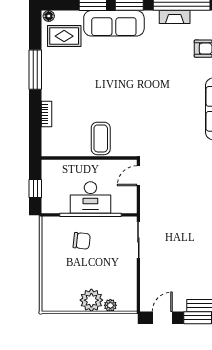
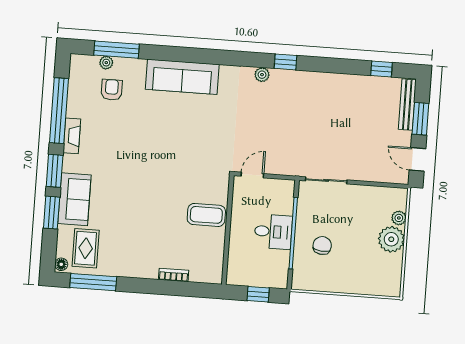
fireplace: (175, 17) -> (72, 136), moved
sofa: (114, 23) -> (74, 199), width x0.73
window: (35, 70) -> (93, 282), moved
door: (138, 176) -> (252, 175), swing flipped
desk: (90, 197) -> (273, 232), width x0.73

